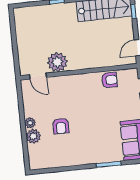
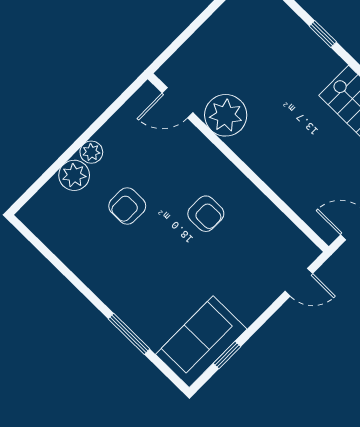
door: (38, 76) -> (178, 103), hinge flipped
armchair: (109, 80) -> (206, 214), moved

